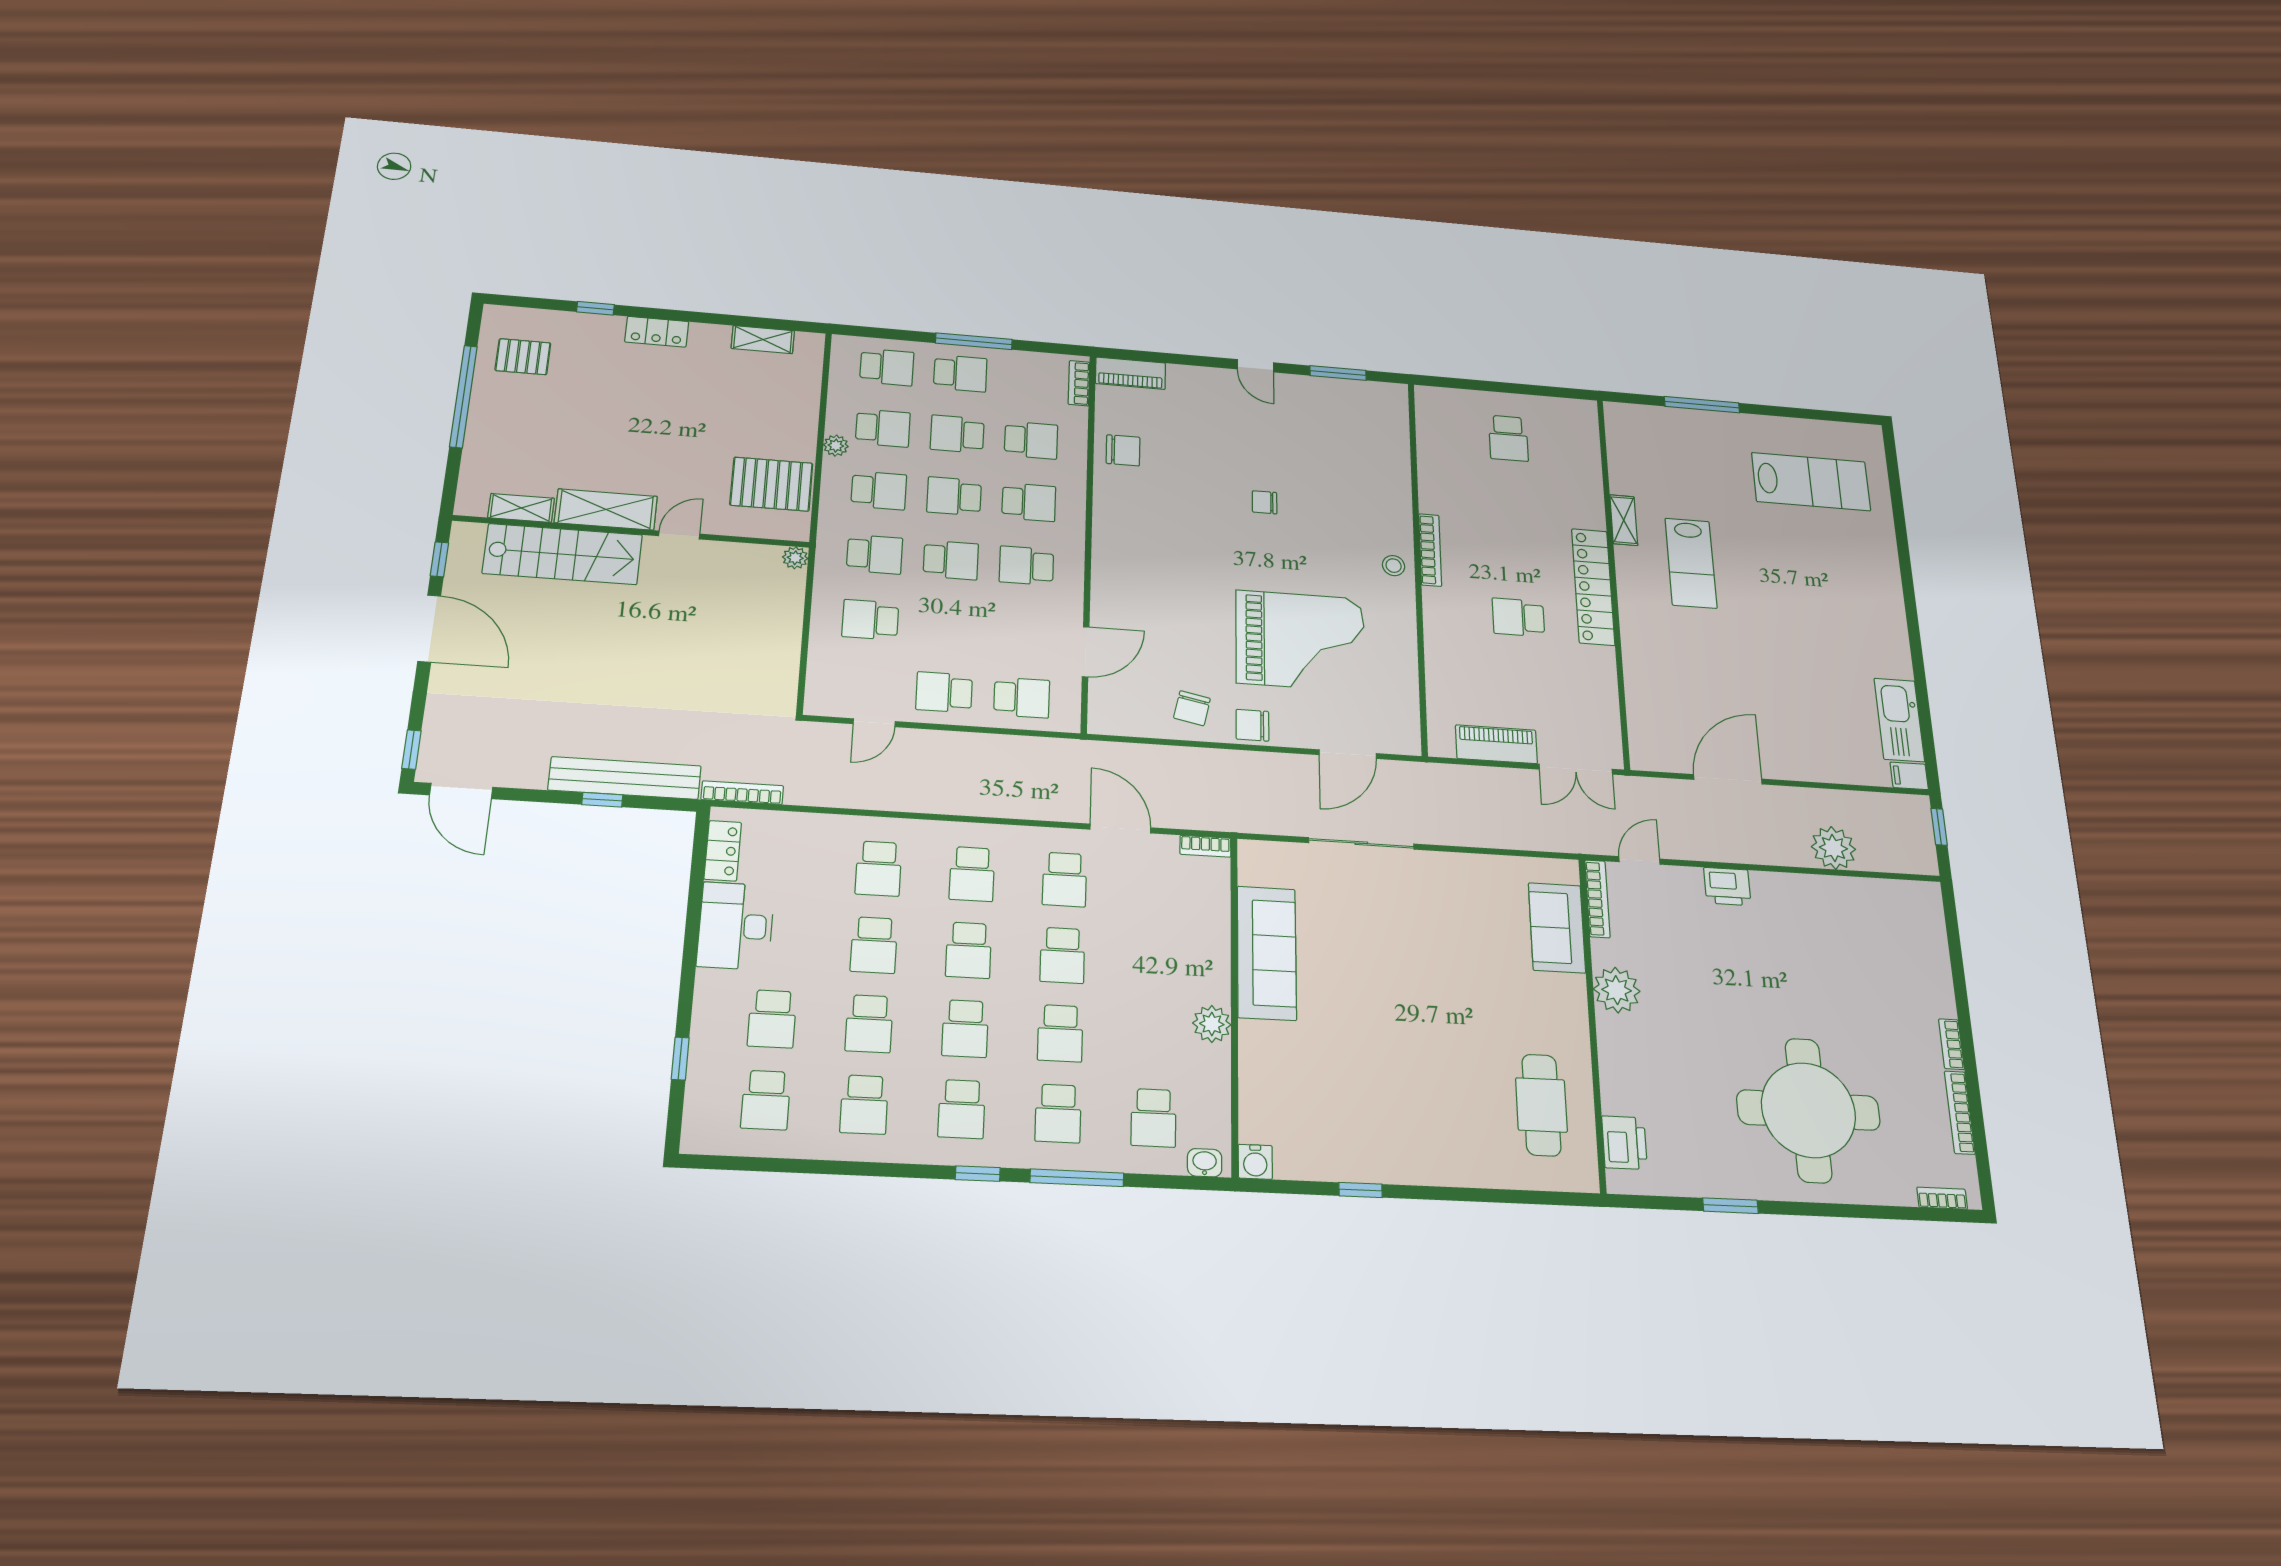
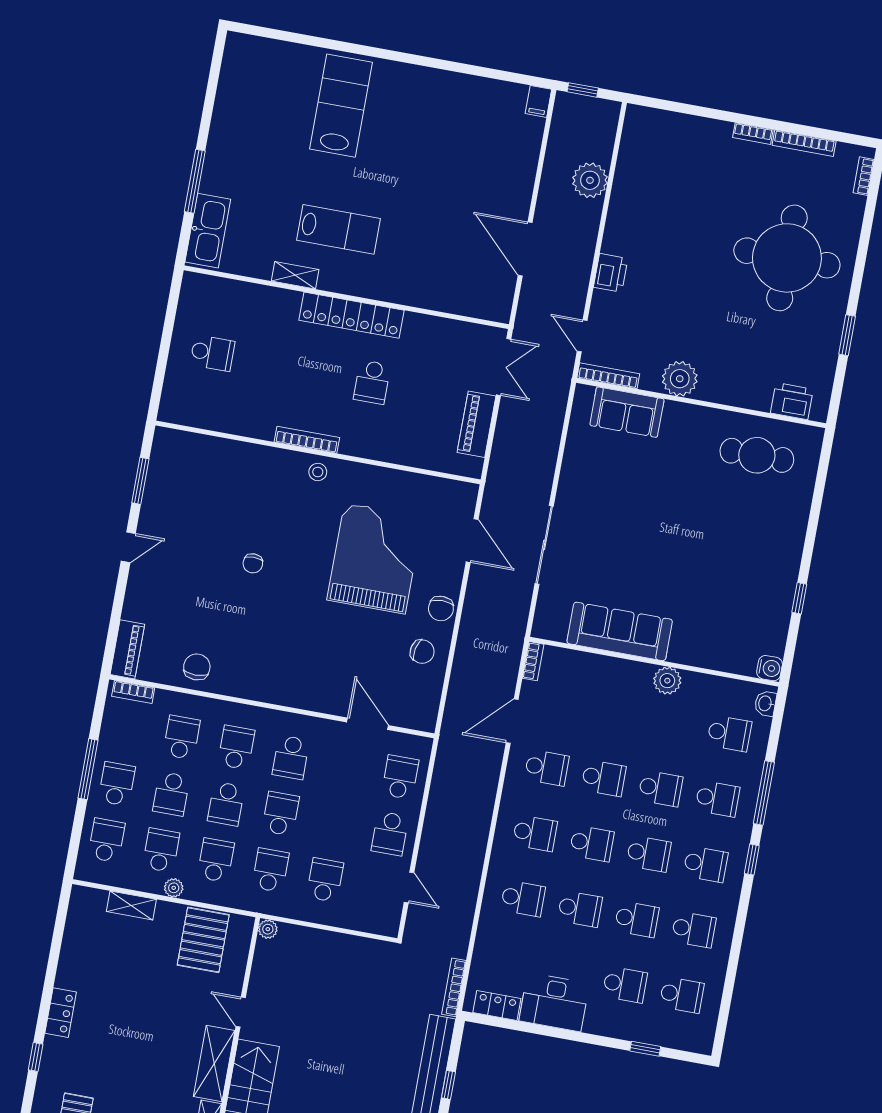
shelving: (763, 340) -> (131, 905), moved, turned 90
lab bench: (1811, 482) -> (341, 106), moved
school desk: (870, 620) -> (325, 880), turned 180
kitchen sink: (1899, 720) -> (208, 231), moved, turned -90

